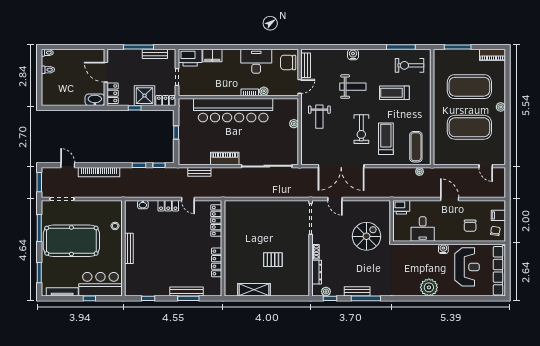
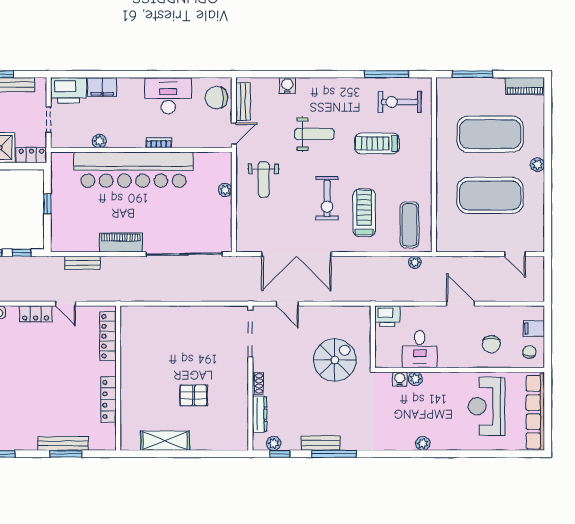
water cooler: (353, 54) -> (287, 86), moved
plant: (264, 91) -> (99, 141), moved
plant: (420, 249) -> (415, 379), added
water cooler: (443, 249) -> (400, 379), moved
reception desk: (467, 267) -> (487, 406), turned 180
plant: (429, 287) -> (423, 443), width x0.53, depth x0.53

